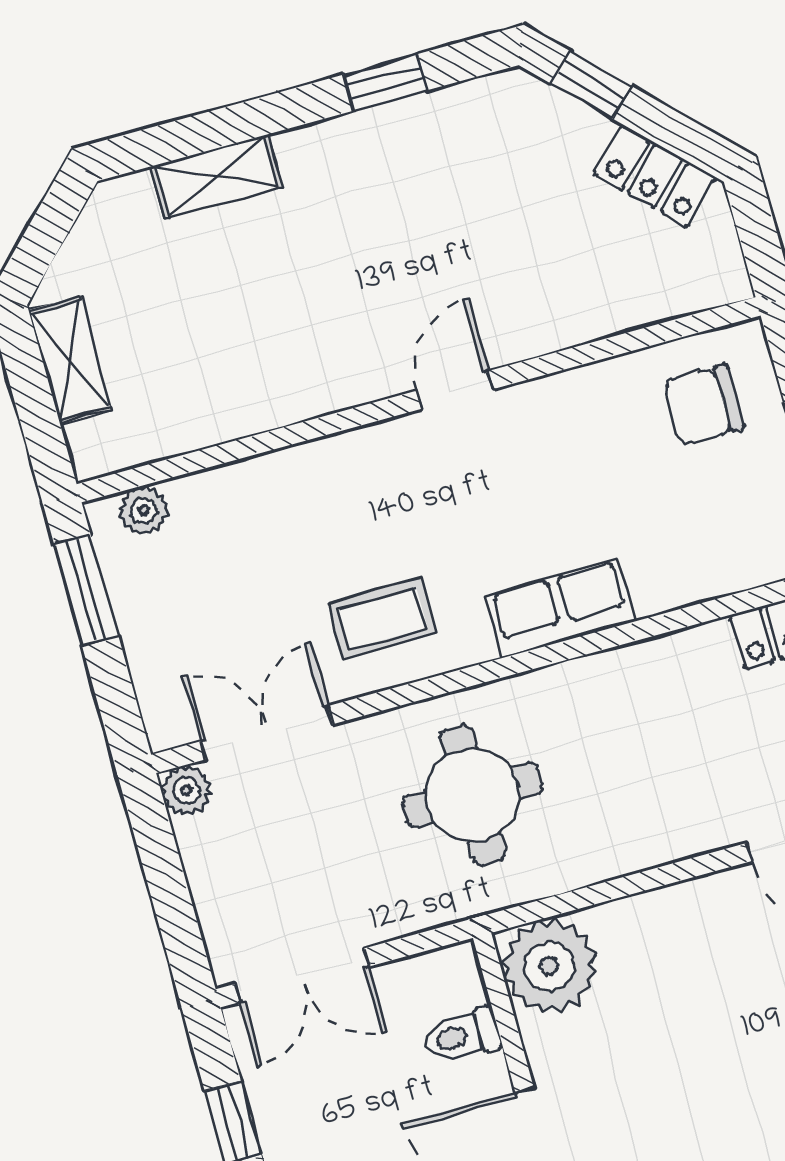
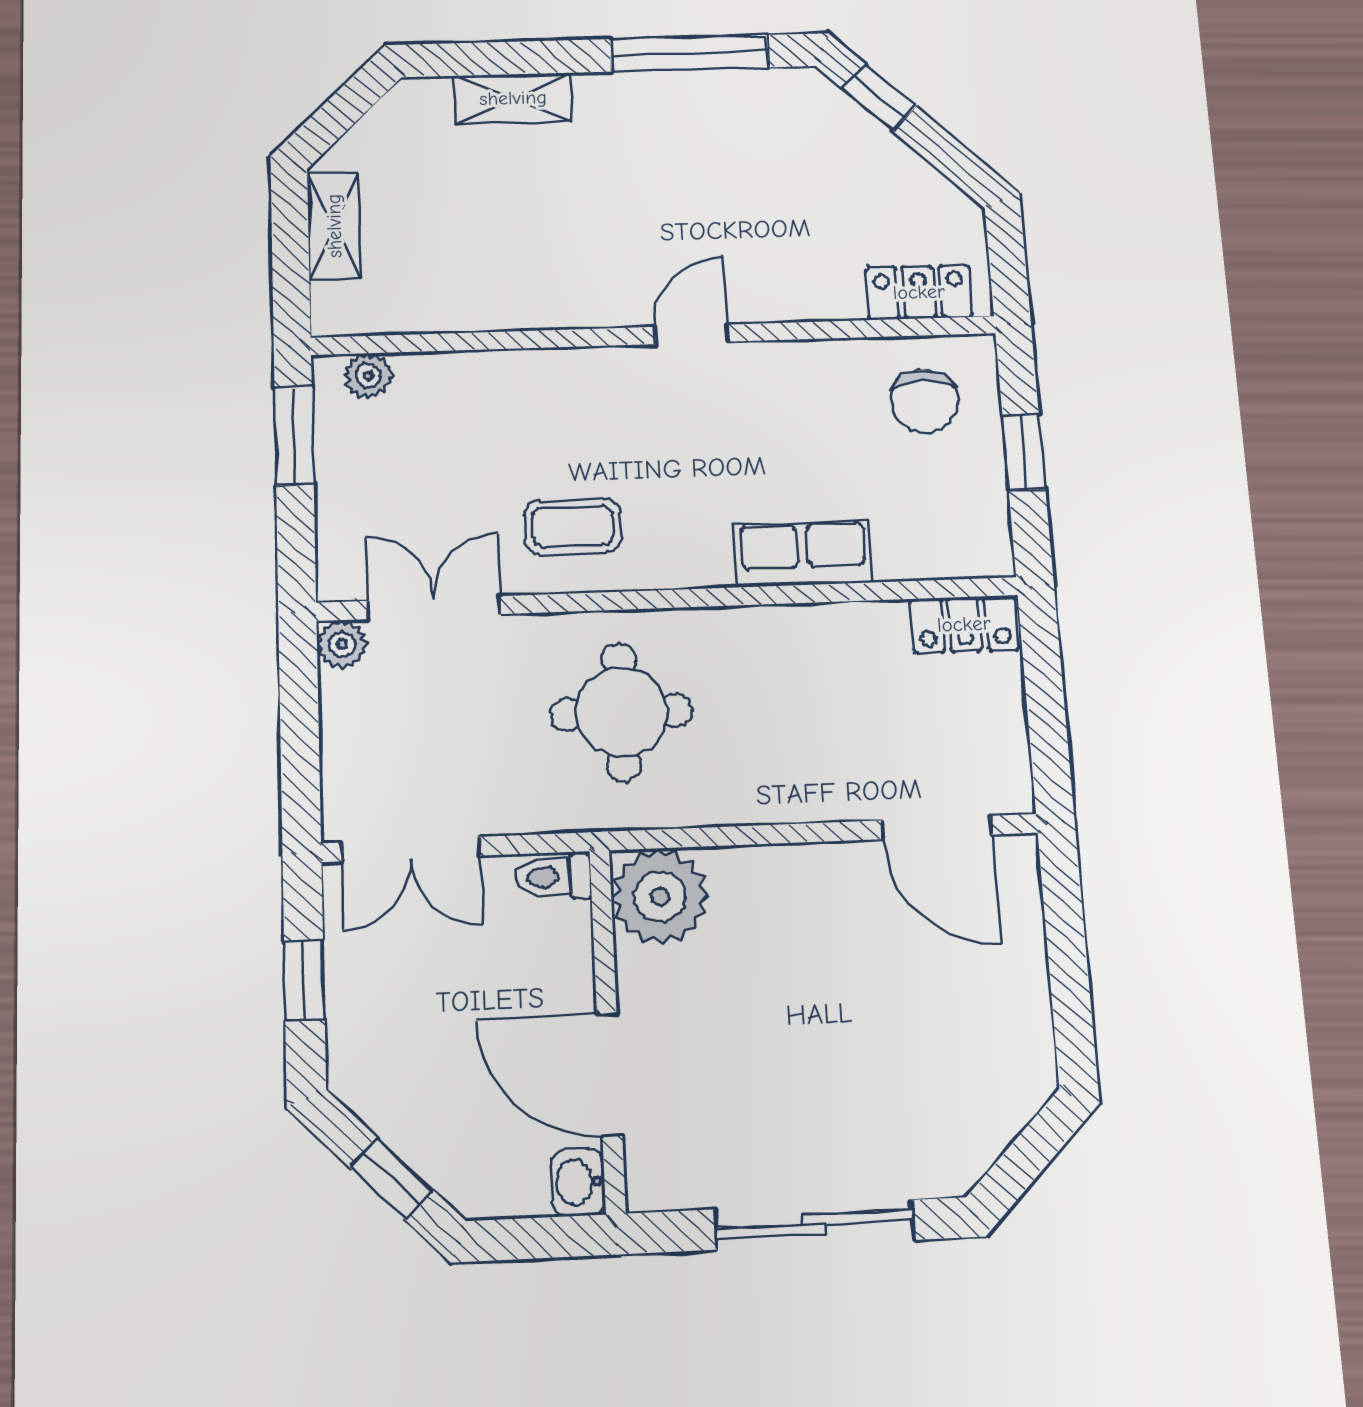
window: (385, 82) -> (690, 53), width x2.17
locker: (655, 176) -> (919, 292), moved, turned 135
chair: (703, 405) -> (924, 401), turned -90
row of seats: (560, 608) -> (803, 554), moved
toilet: (462, 1036) -> (553, 877), moved

